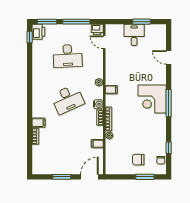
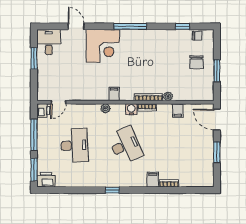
desk: (134, 35) -> (49, 42), moved, turned 90
window: (30, 37) -> (112, 190), moved
door: (169, 57) -> (76, 26), swing flipped
corner desk: (152, 99) -> (103, 46), moved
window: (145, 177) -> (217, 71), moved

